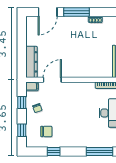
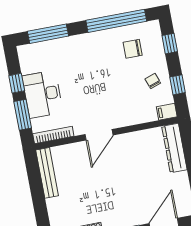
door: (52, 80) -> (99, 135), moved
window: (54, 152) -> (116, 21), width x3.17

